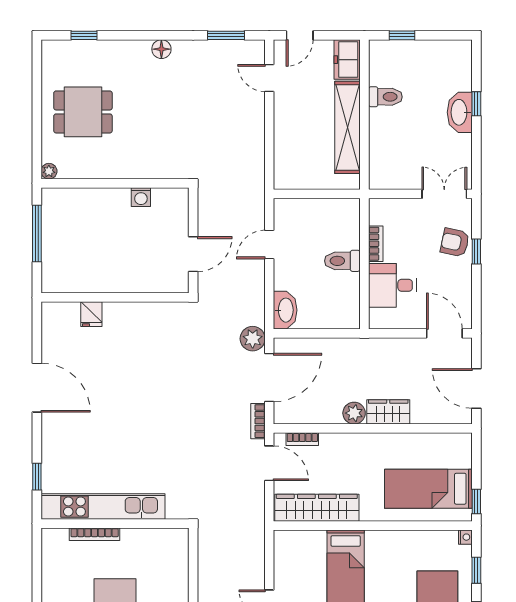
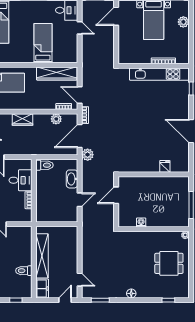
toilet: (342, 261) -> (45, 165), moved
washbasin: (285, 310) -> (72, 179), moved
plant: (354, 413) -> (56, 119), moved

